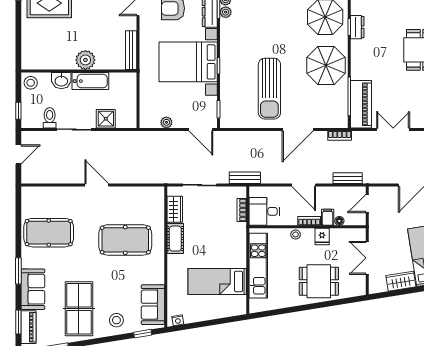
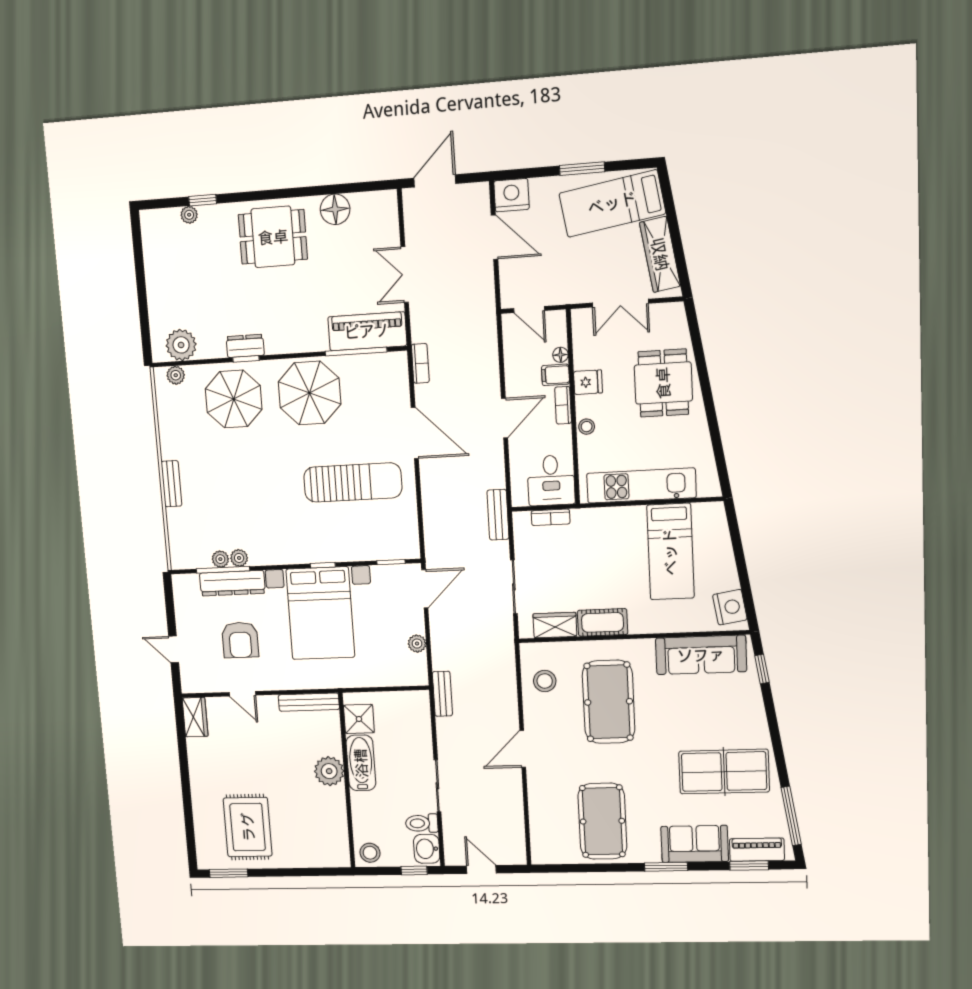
washbasin: (61, 81) -> (427, 849), moved, turned 180
shower: (106, 119) -> (359, 719), moved
bench: (348, 178) -> (442, 694), moved
wardrobe: (401, 281) -> (660, 254), width x1.50
sofa: (153, 305) -> (701, 655), width x1.36
stool: (116, 320) -> (545, 681), moved
nightstand: (178, 320) -> (730, 607), width x1.89, depth x1.79

